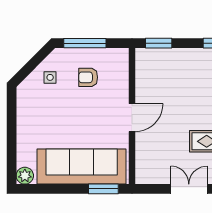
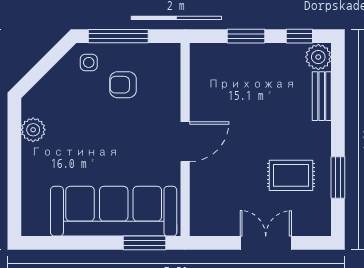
window: (159, 43) -> (246, 36), moved
side table: (50, 77) -> (89, 62), moved
plant: (25, 176) -> (33, 130), moved

